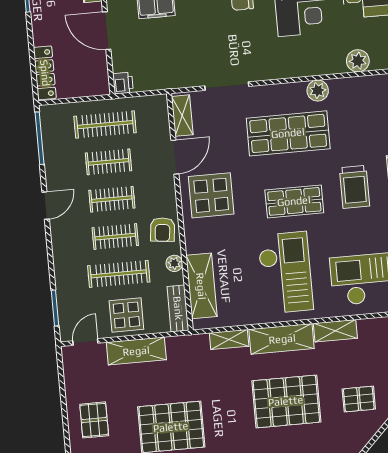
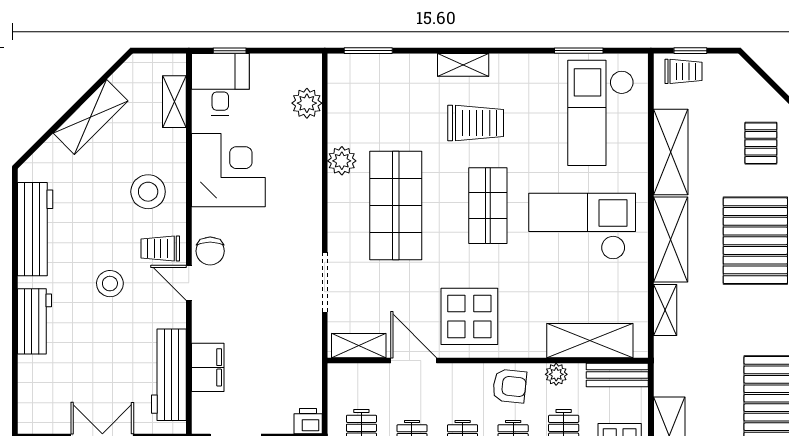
shelving: (335, 331) -> (671, 152), width x1.50, depth x1.33

